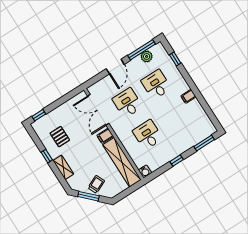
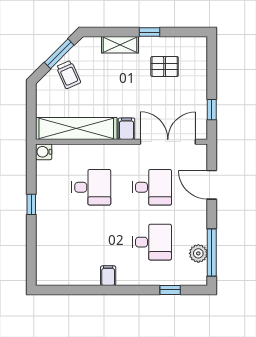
door: (115, 67) -> (212, 185), moved
window: (39, 115) -> (212, 110), moved
window: (204, 143) -> (31, 257), removed

